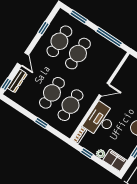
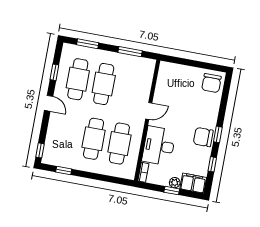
window: (109, 37) -> (130, 52), width x0.69
door: (23, 59) -> (49, 103), moved
dresser: (17, 81) -> (50, 142), removed
window: (41, 123) -> (64, 171), moved
window: (87, 153) -> (172, 191), moved

